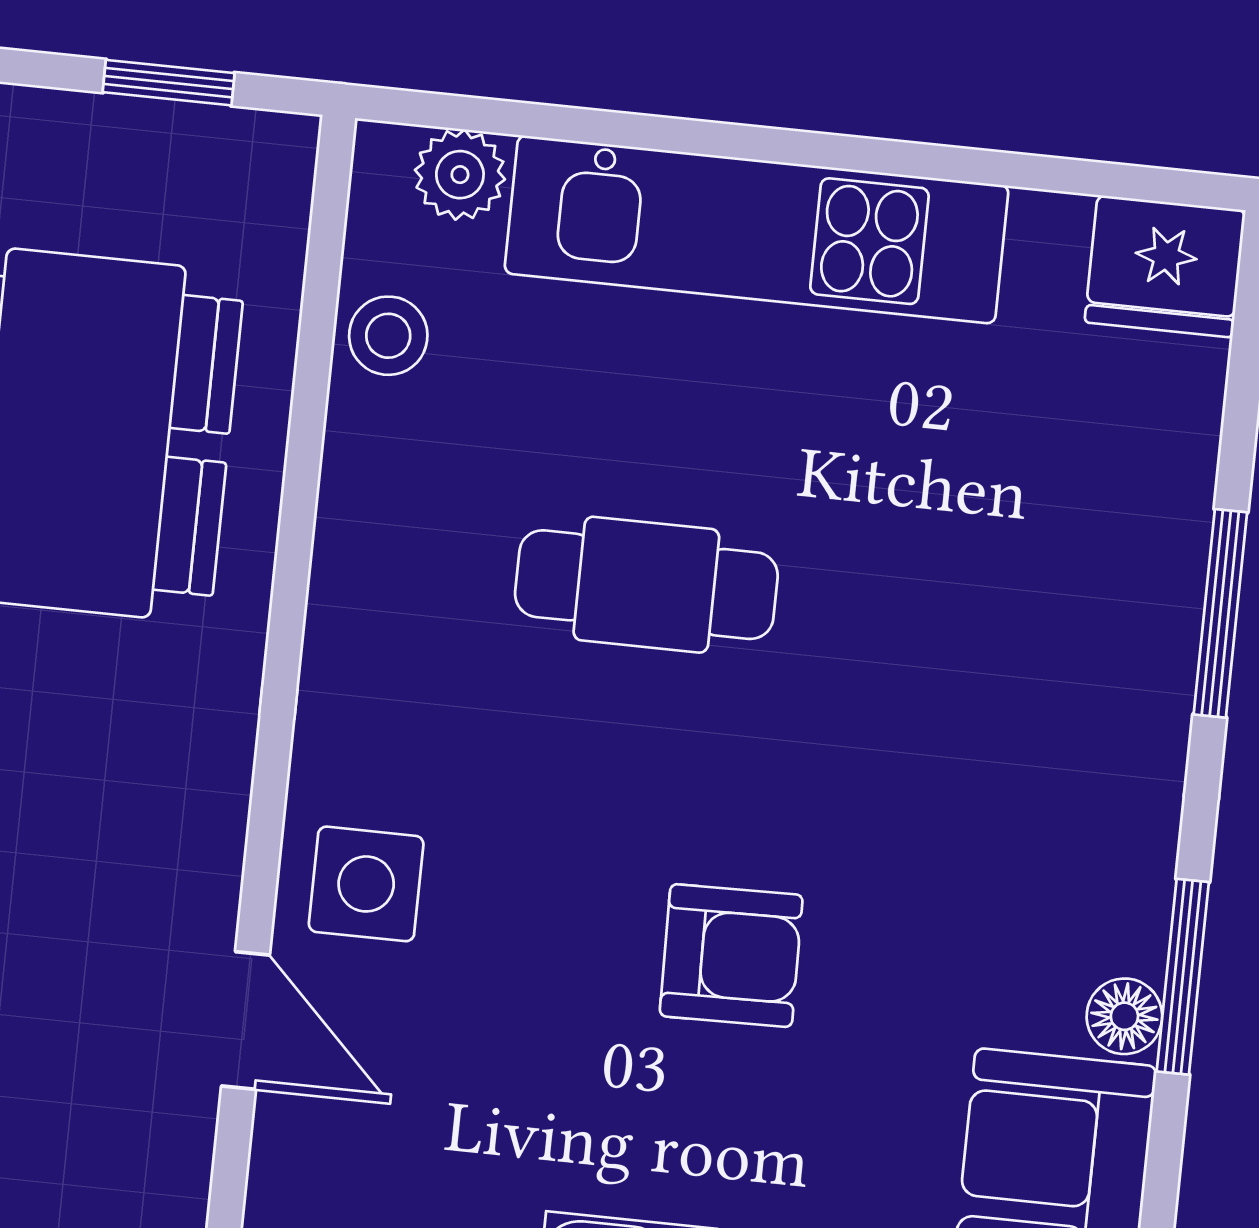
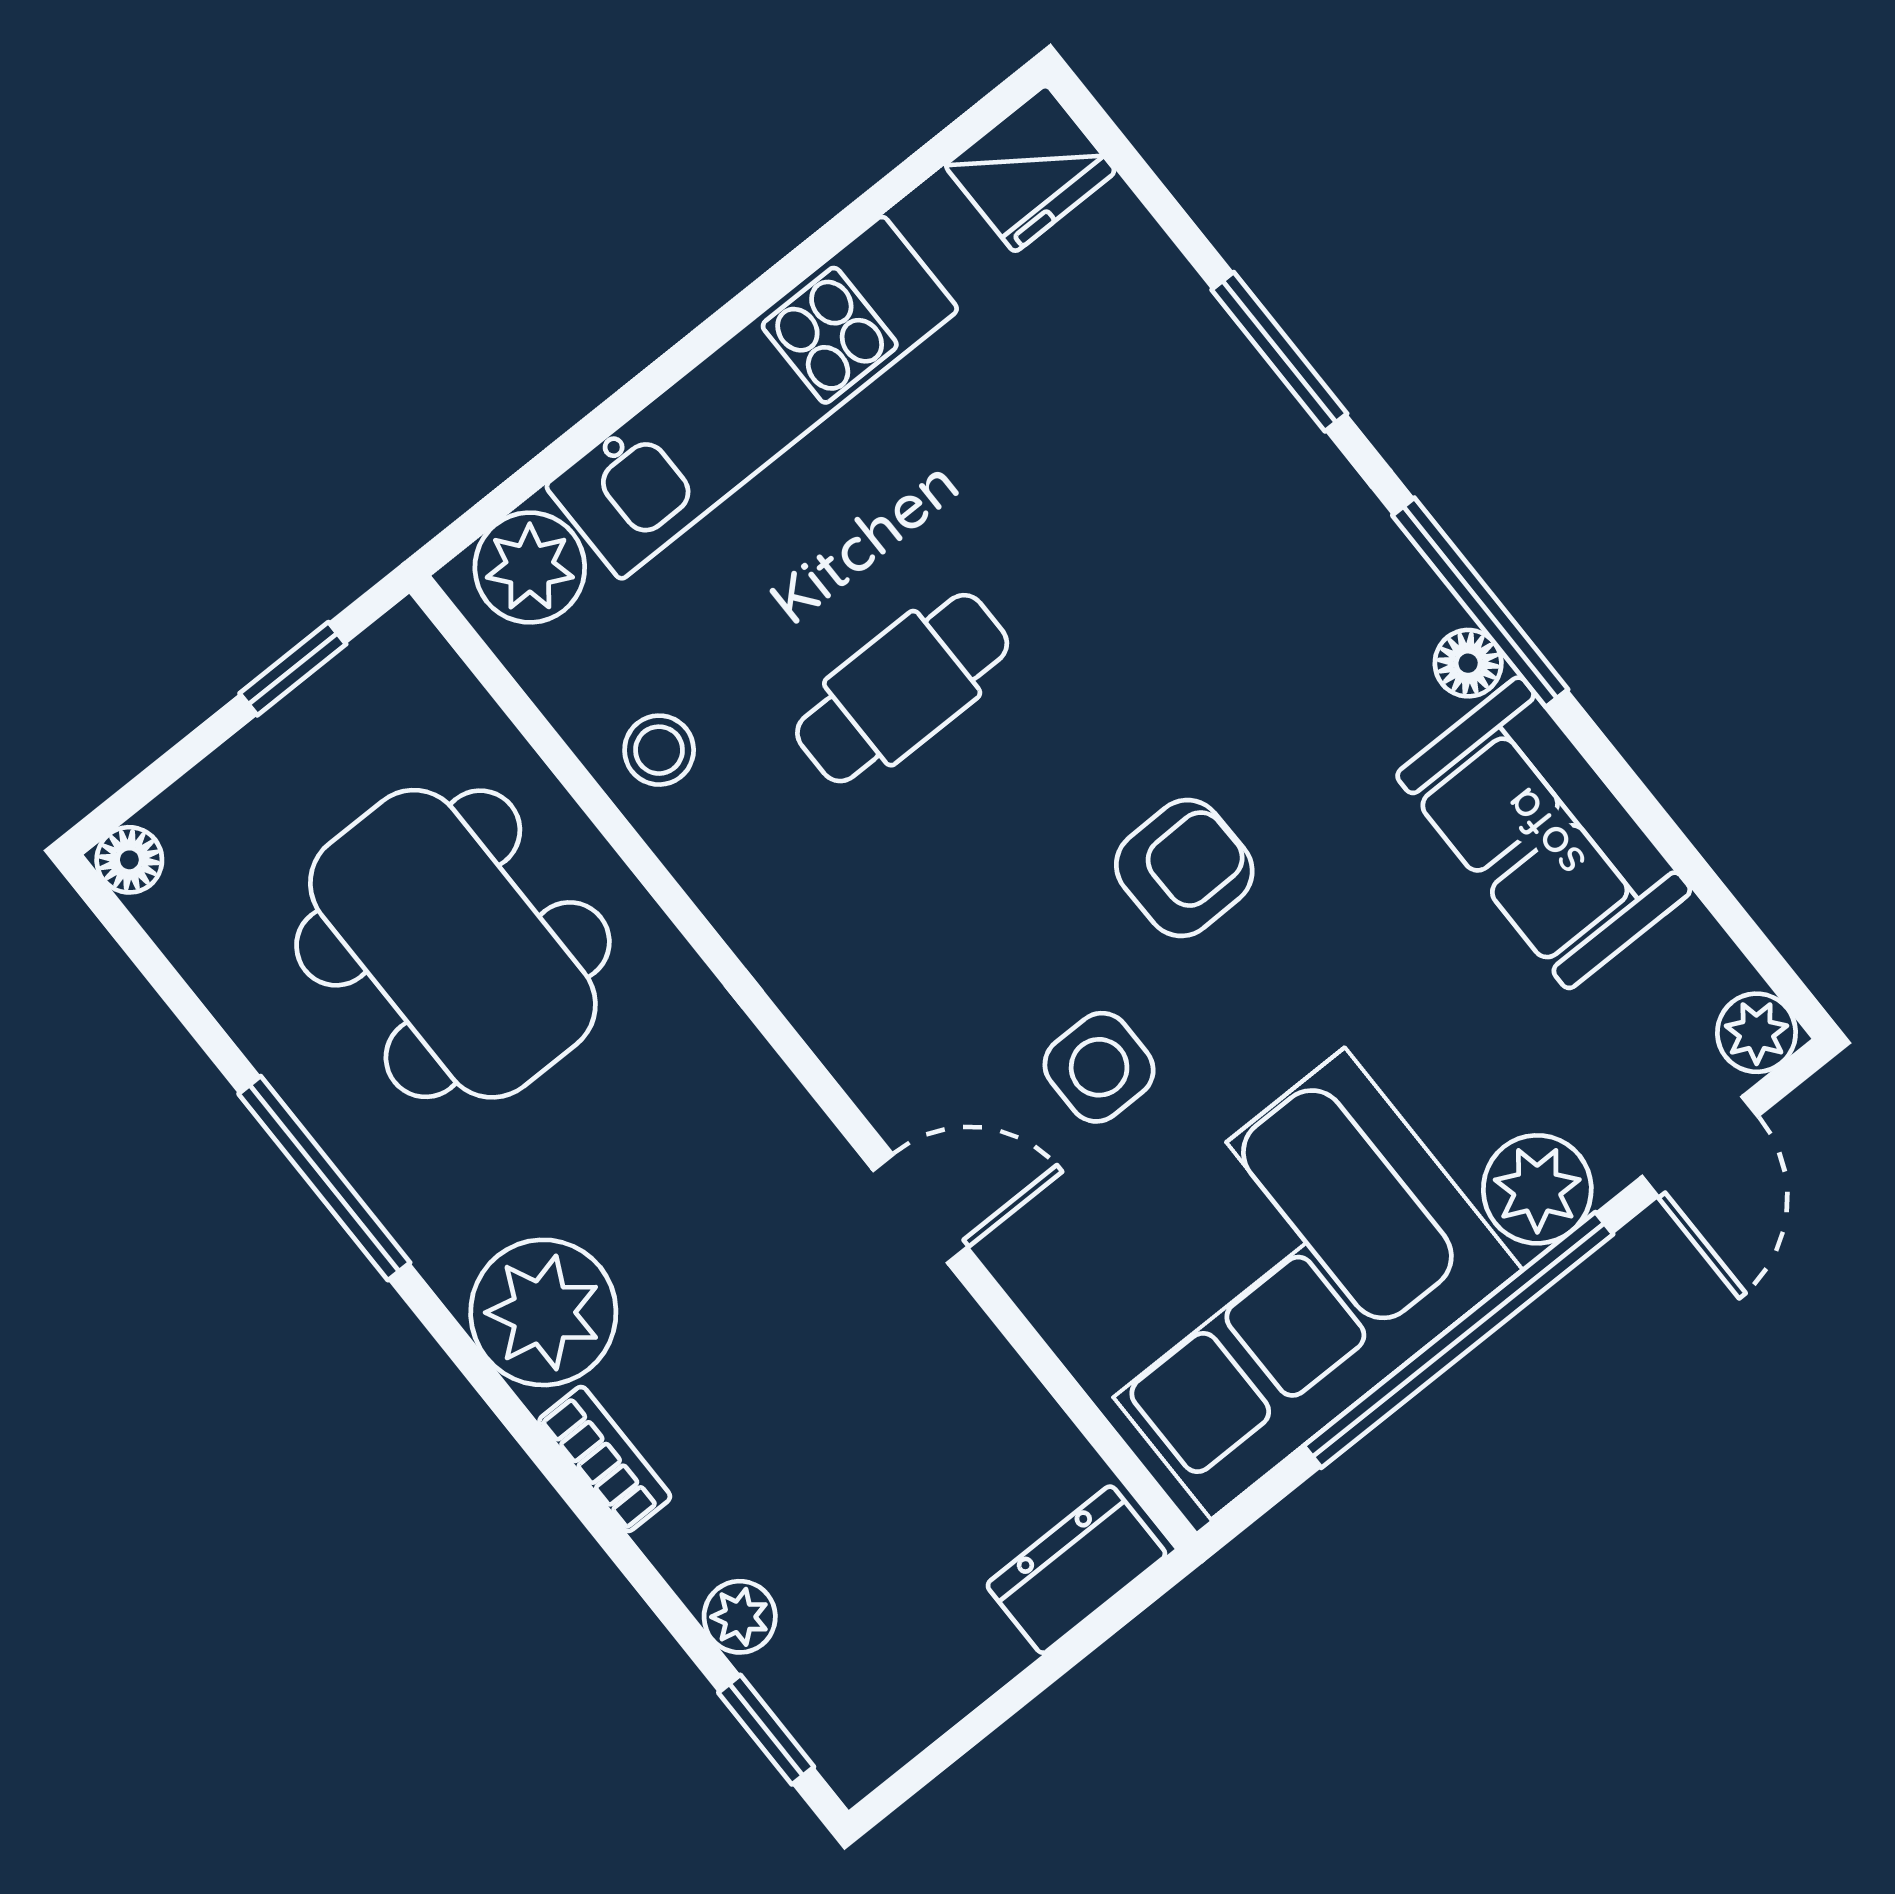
plant: (460, 175) -> (530, 568), width x1.38, depth x1.38
stool: (388, 336) -> (659, 750), moved
side table: (366, 884) -> (1099, 1067), moved
window: (1183, 977) -> (1480, 602), width x1.44

